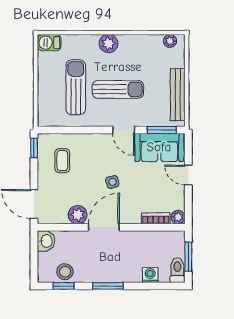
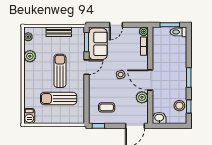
plant: (109, 44) -> (30, 56), moved
bench: (178, 95) -> (59, 32), width x0.73
washing machine: (150, 275) -> (182, 50), removed

